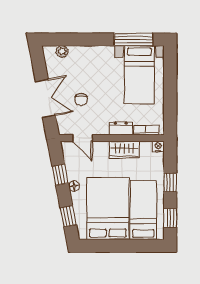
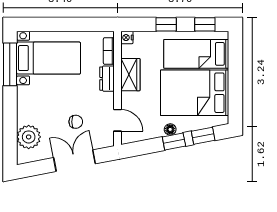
plant: (62, 51) -> (29, 137), width x1.88, depth x1.88
door: (82, 138) -> (118, 120), hinge flipped
window: (60, 175) -> (174, 141), moved

